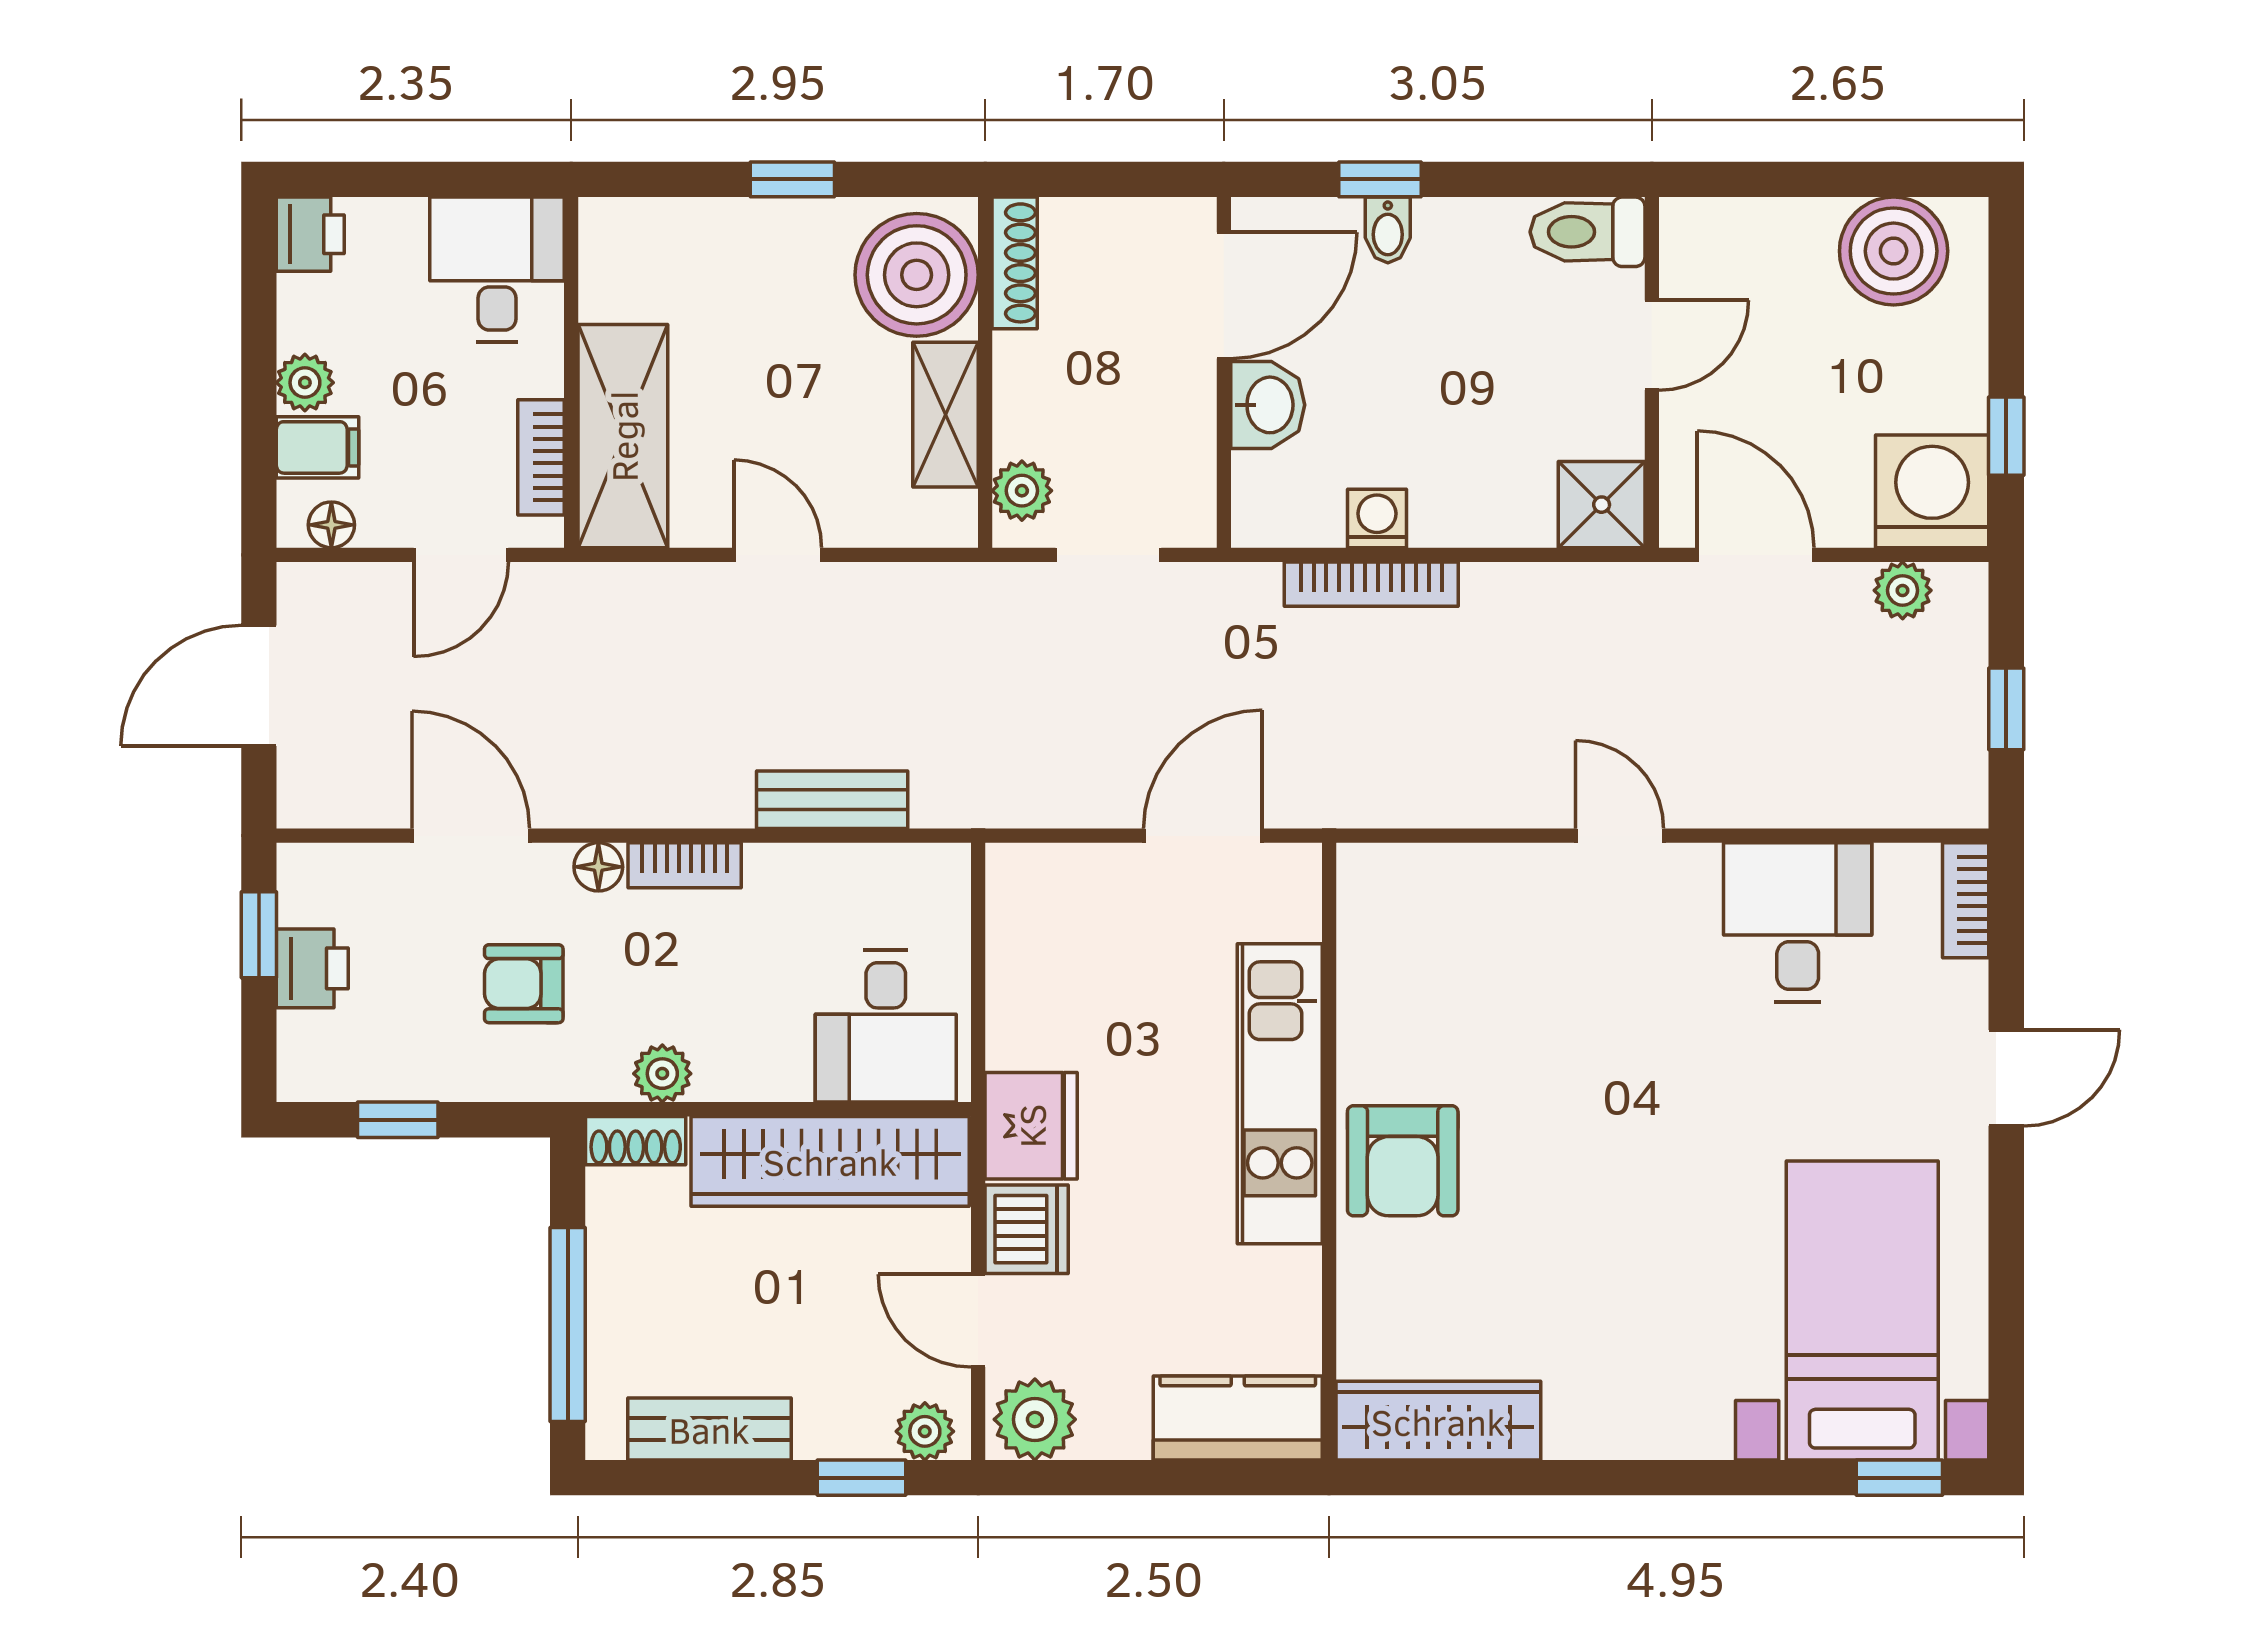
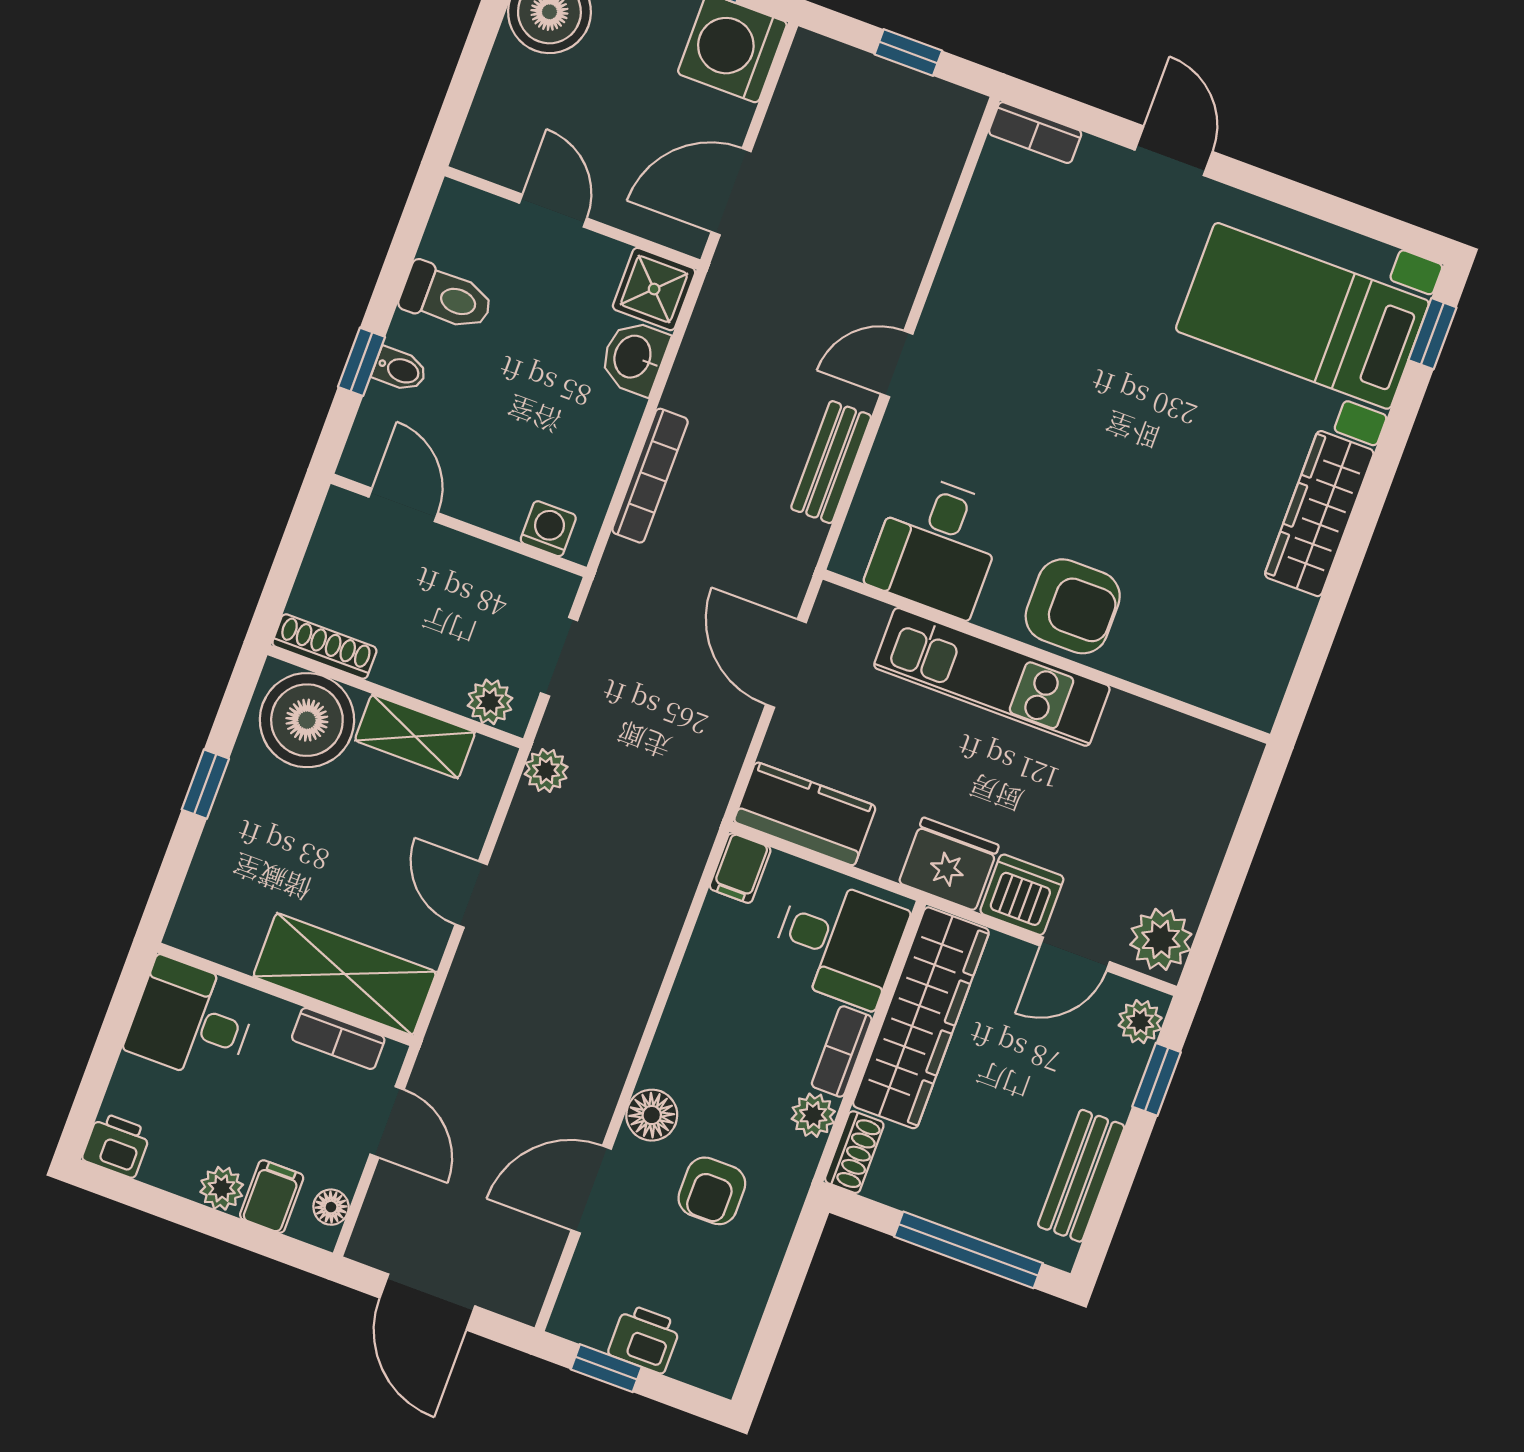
toilet: (1588, 232) -> (447, 297), moved, turned -90
door: (1224, 295) -> (403, 505), width x0.73
washbasin: (1268, 405) -> (634, 357), moved, turned -90
washing machine: (1377, 518) -> (548, 529), moved, turned 90
door: (778, 555) -> (471, 894), hinge flipped
plant: (1903, 590) -> (546, 770), moved
bench: (832, 800) -> (831, 462), moved
bookcase: (685, 865) -> (842, 1052), moved, turned 180
floor lamp: (598, 867) -> (652, 1115), width x1.37, depth x1.37
filing cabinet: (932, 872) -> (740, 868), added
desk: (1798, 922) -> (937, 545), moved, turned -90
window: (398, 1120) -> (776, 1317), removed
kitchen counter: (1238, 1418) -> (805, 814), moved, turned 90
wardrobe: (1438, 1421) -> (1319, 514), moved

